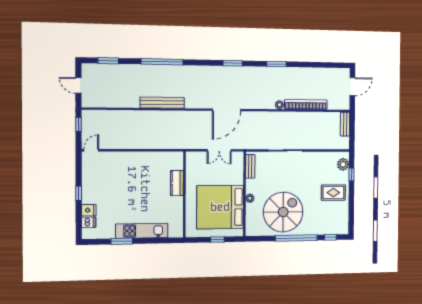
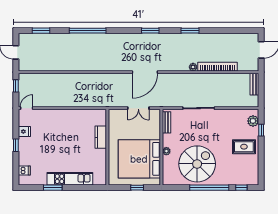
bench: (162, 103) -> (88, 66), removed
fridge: (89, 210) -> (24, 131), moved

